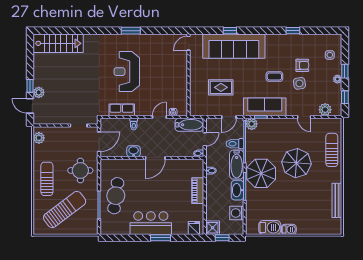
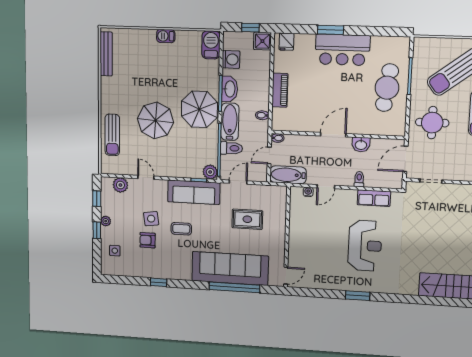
window: (230, 31) -> (234, 287), width x3.17
bench: (337, 200) -> (106, 54), moved
barbecue: (270, 227) -> (211, 45), moved, turned 90

